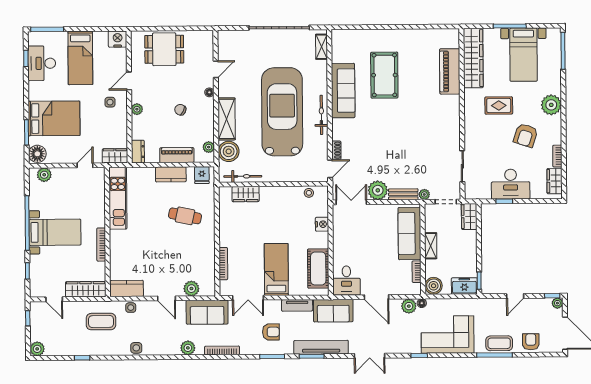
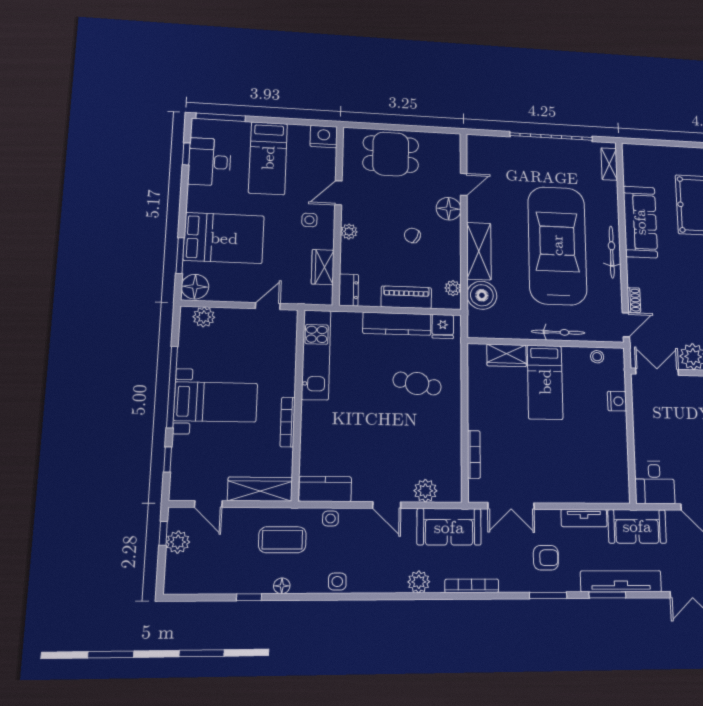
floor lamp: (209, 92) -> (449, 209), width x1.89, depth x1.89
wardrobe: (115, 156) -> (323, 267), moved, turned -90
kitchen counter: (171, 174) -> (397, 324), width x1.50
bicycle: (243, 176) -> (558, 332), moved
cot: (318, 268) -> (613, 464), removed
bed: (276, 269) -> (545, 382), moved, turned 180
plant: (37, 349) -> (178, 542), moved
floor lamp: (102, 351) -> (282, 586), added

